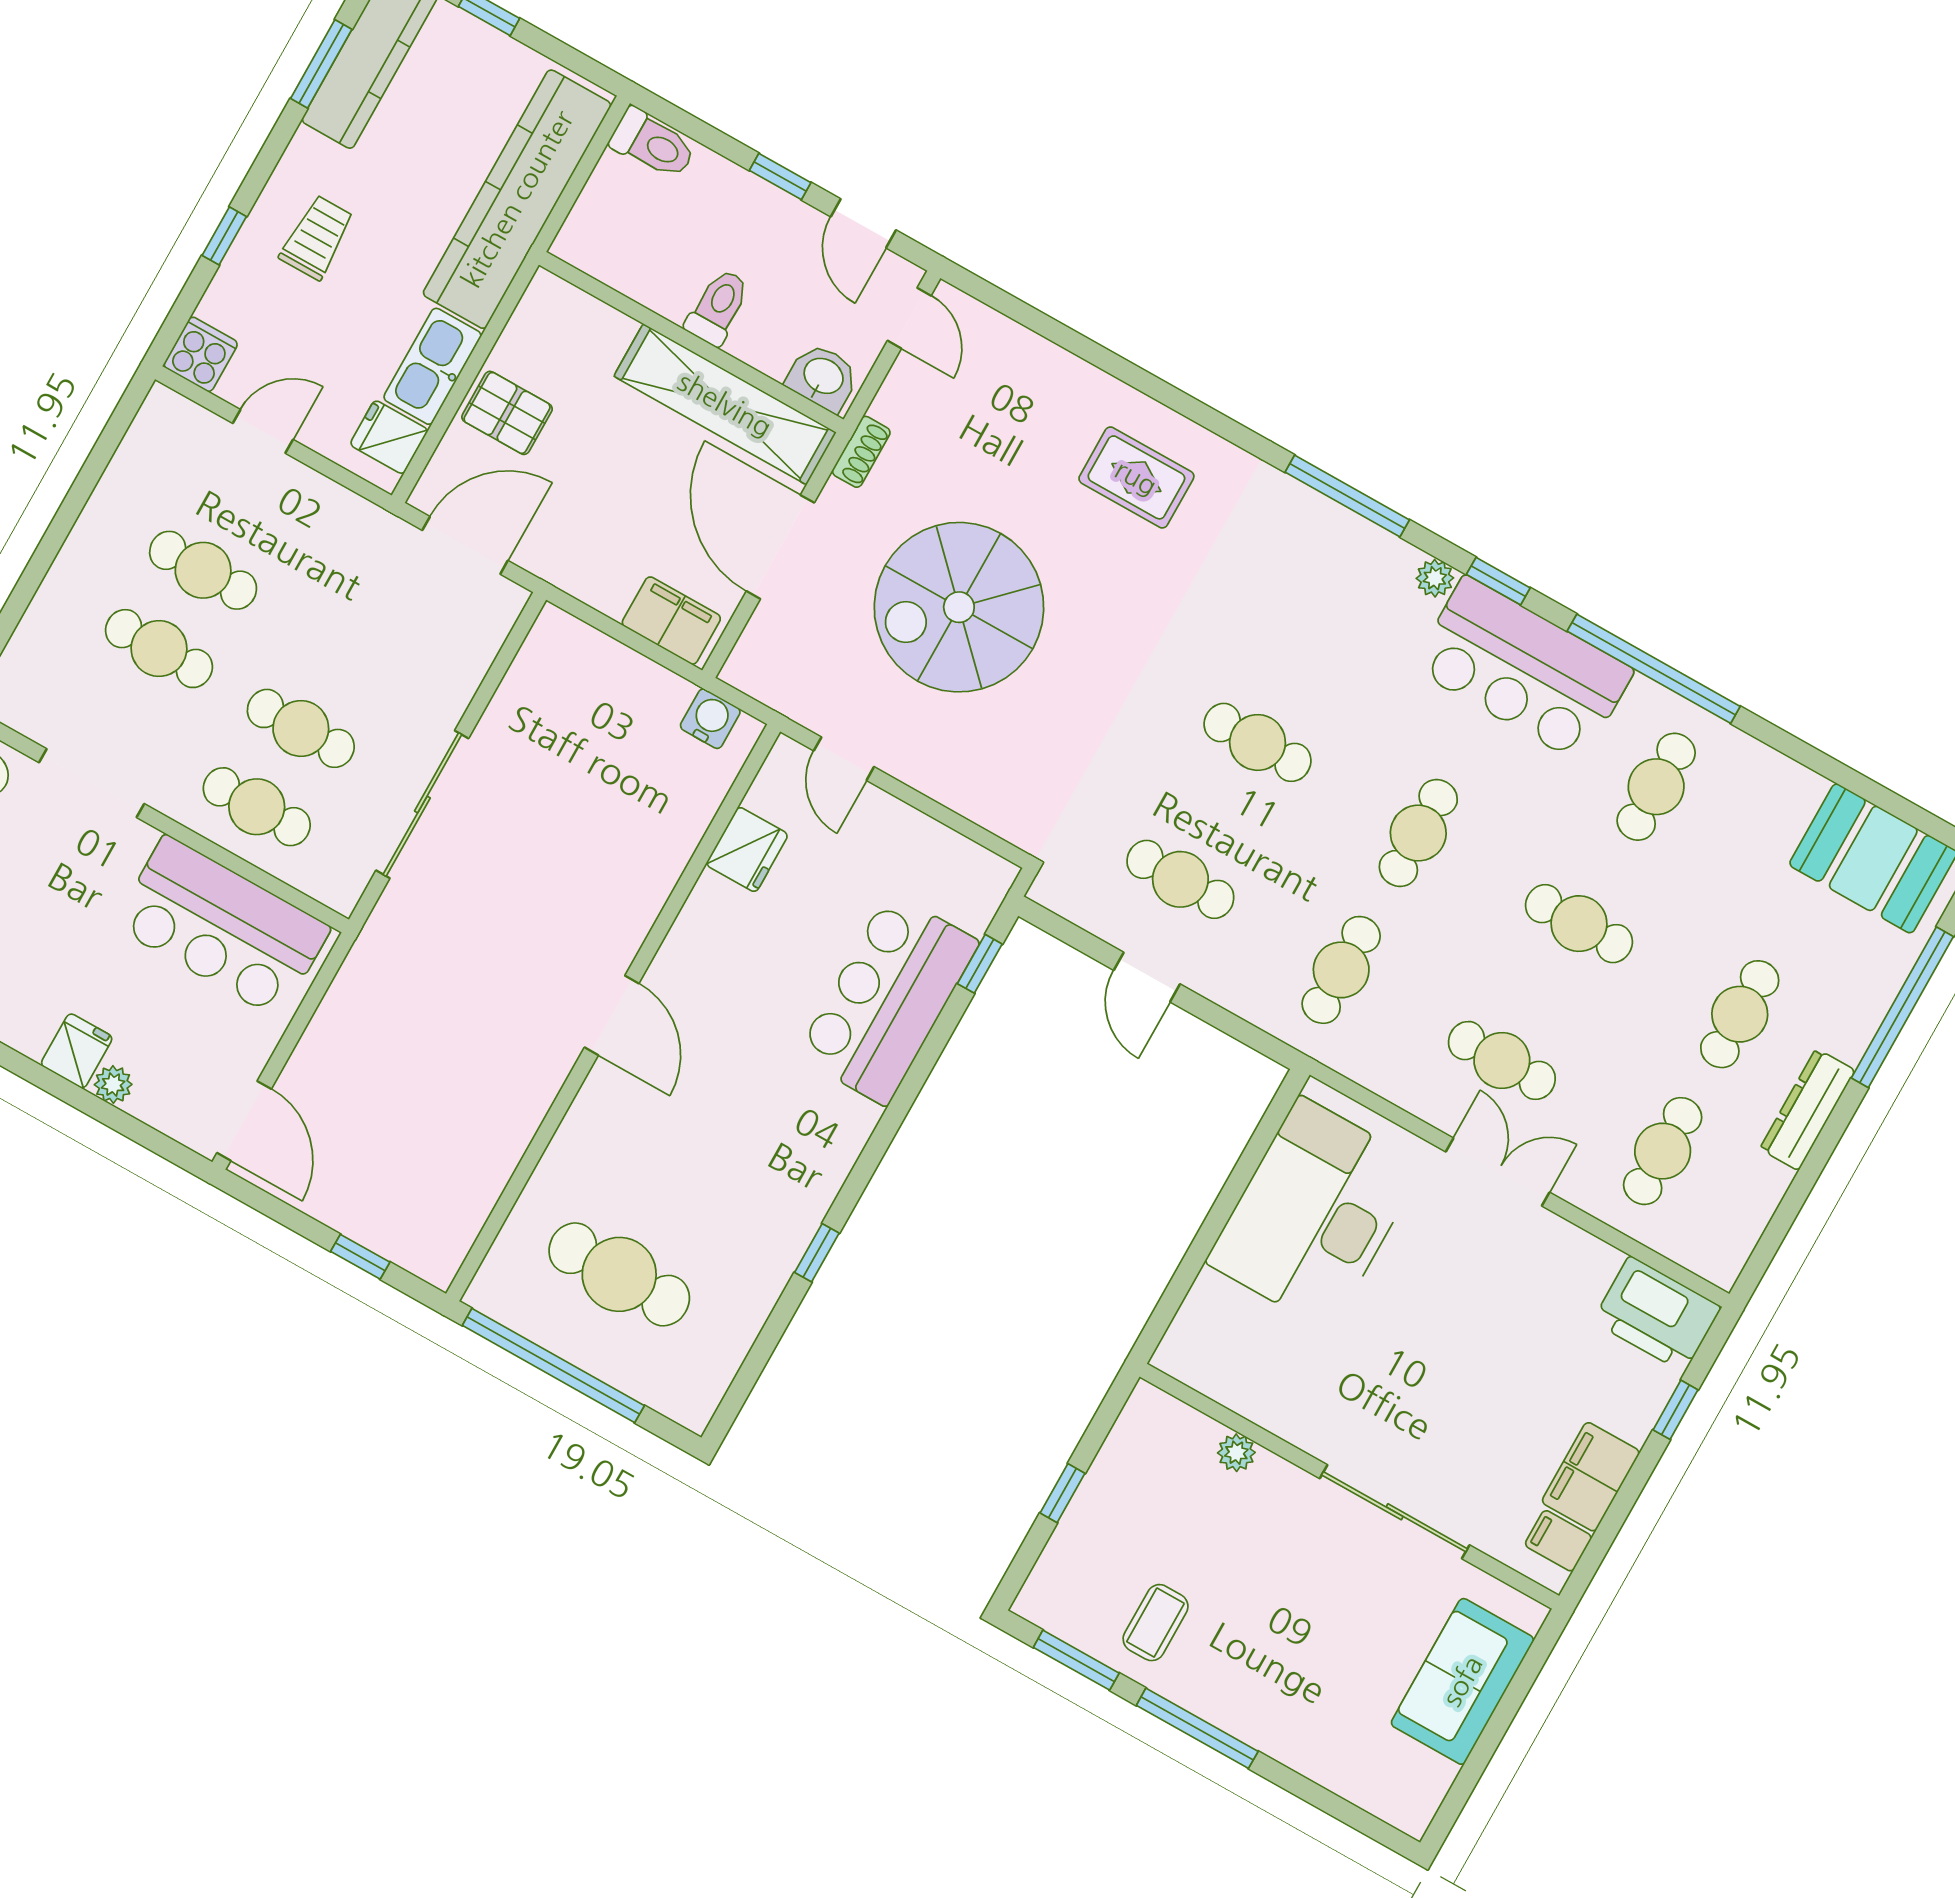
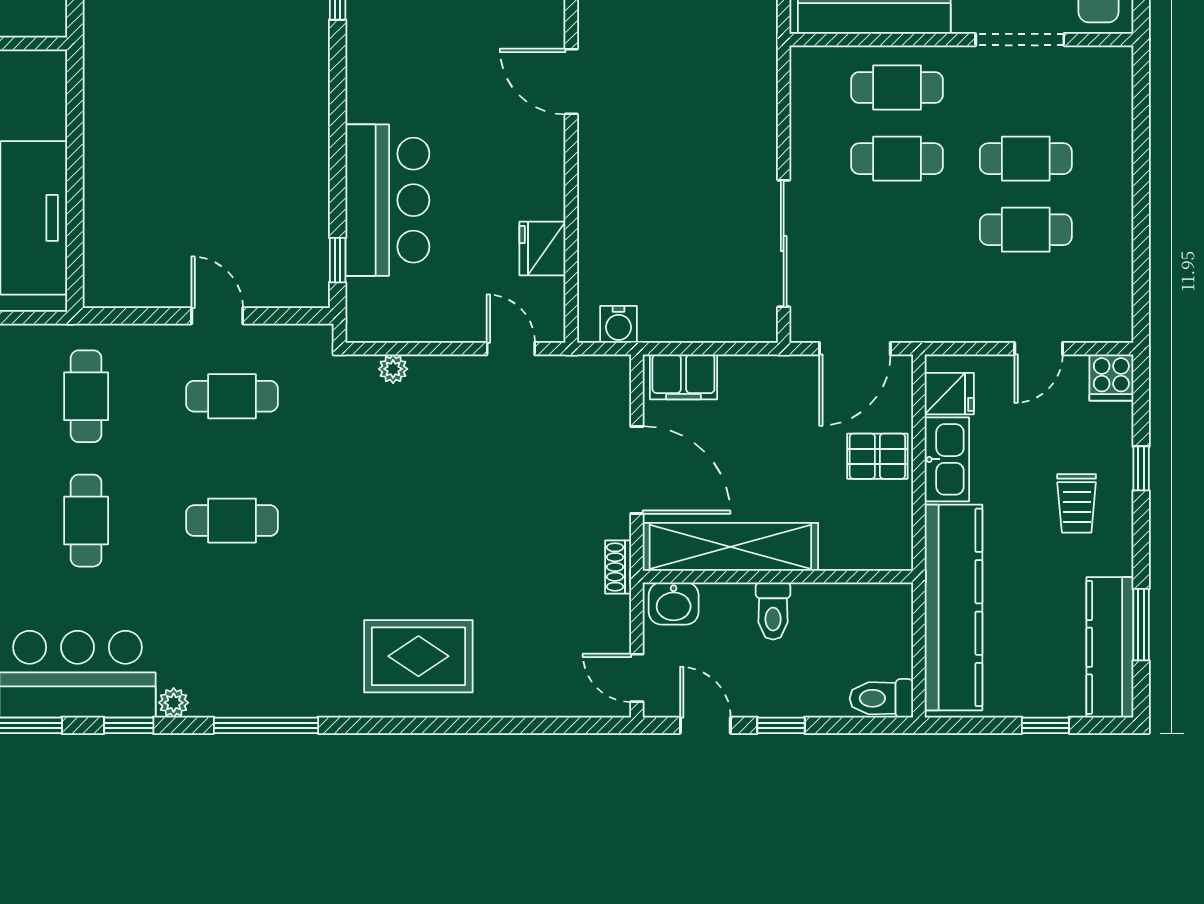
rug: (1136, 477) -> (418, 656), width x1.36, depth x1.43
spiral stairs: (959, 607) -> (490, 498), removed
sliding door: (422, 804) -> (784, 243), moved
plant: (986, 809) -> (393, 369), added

